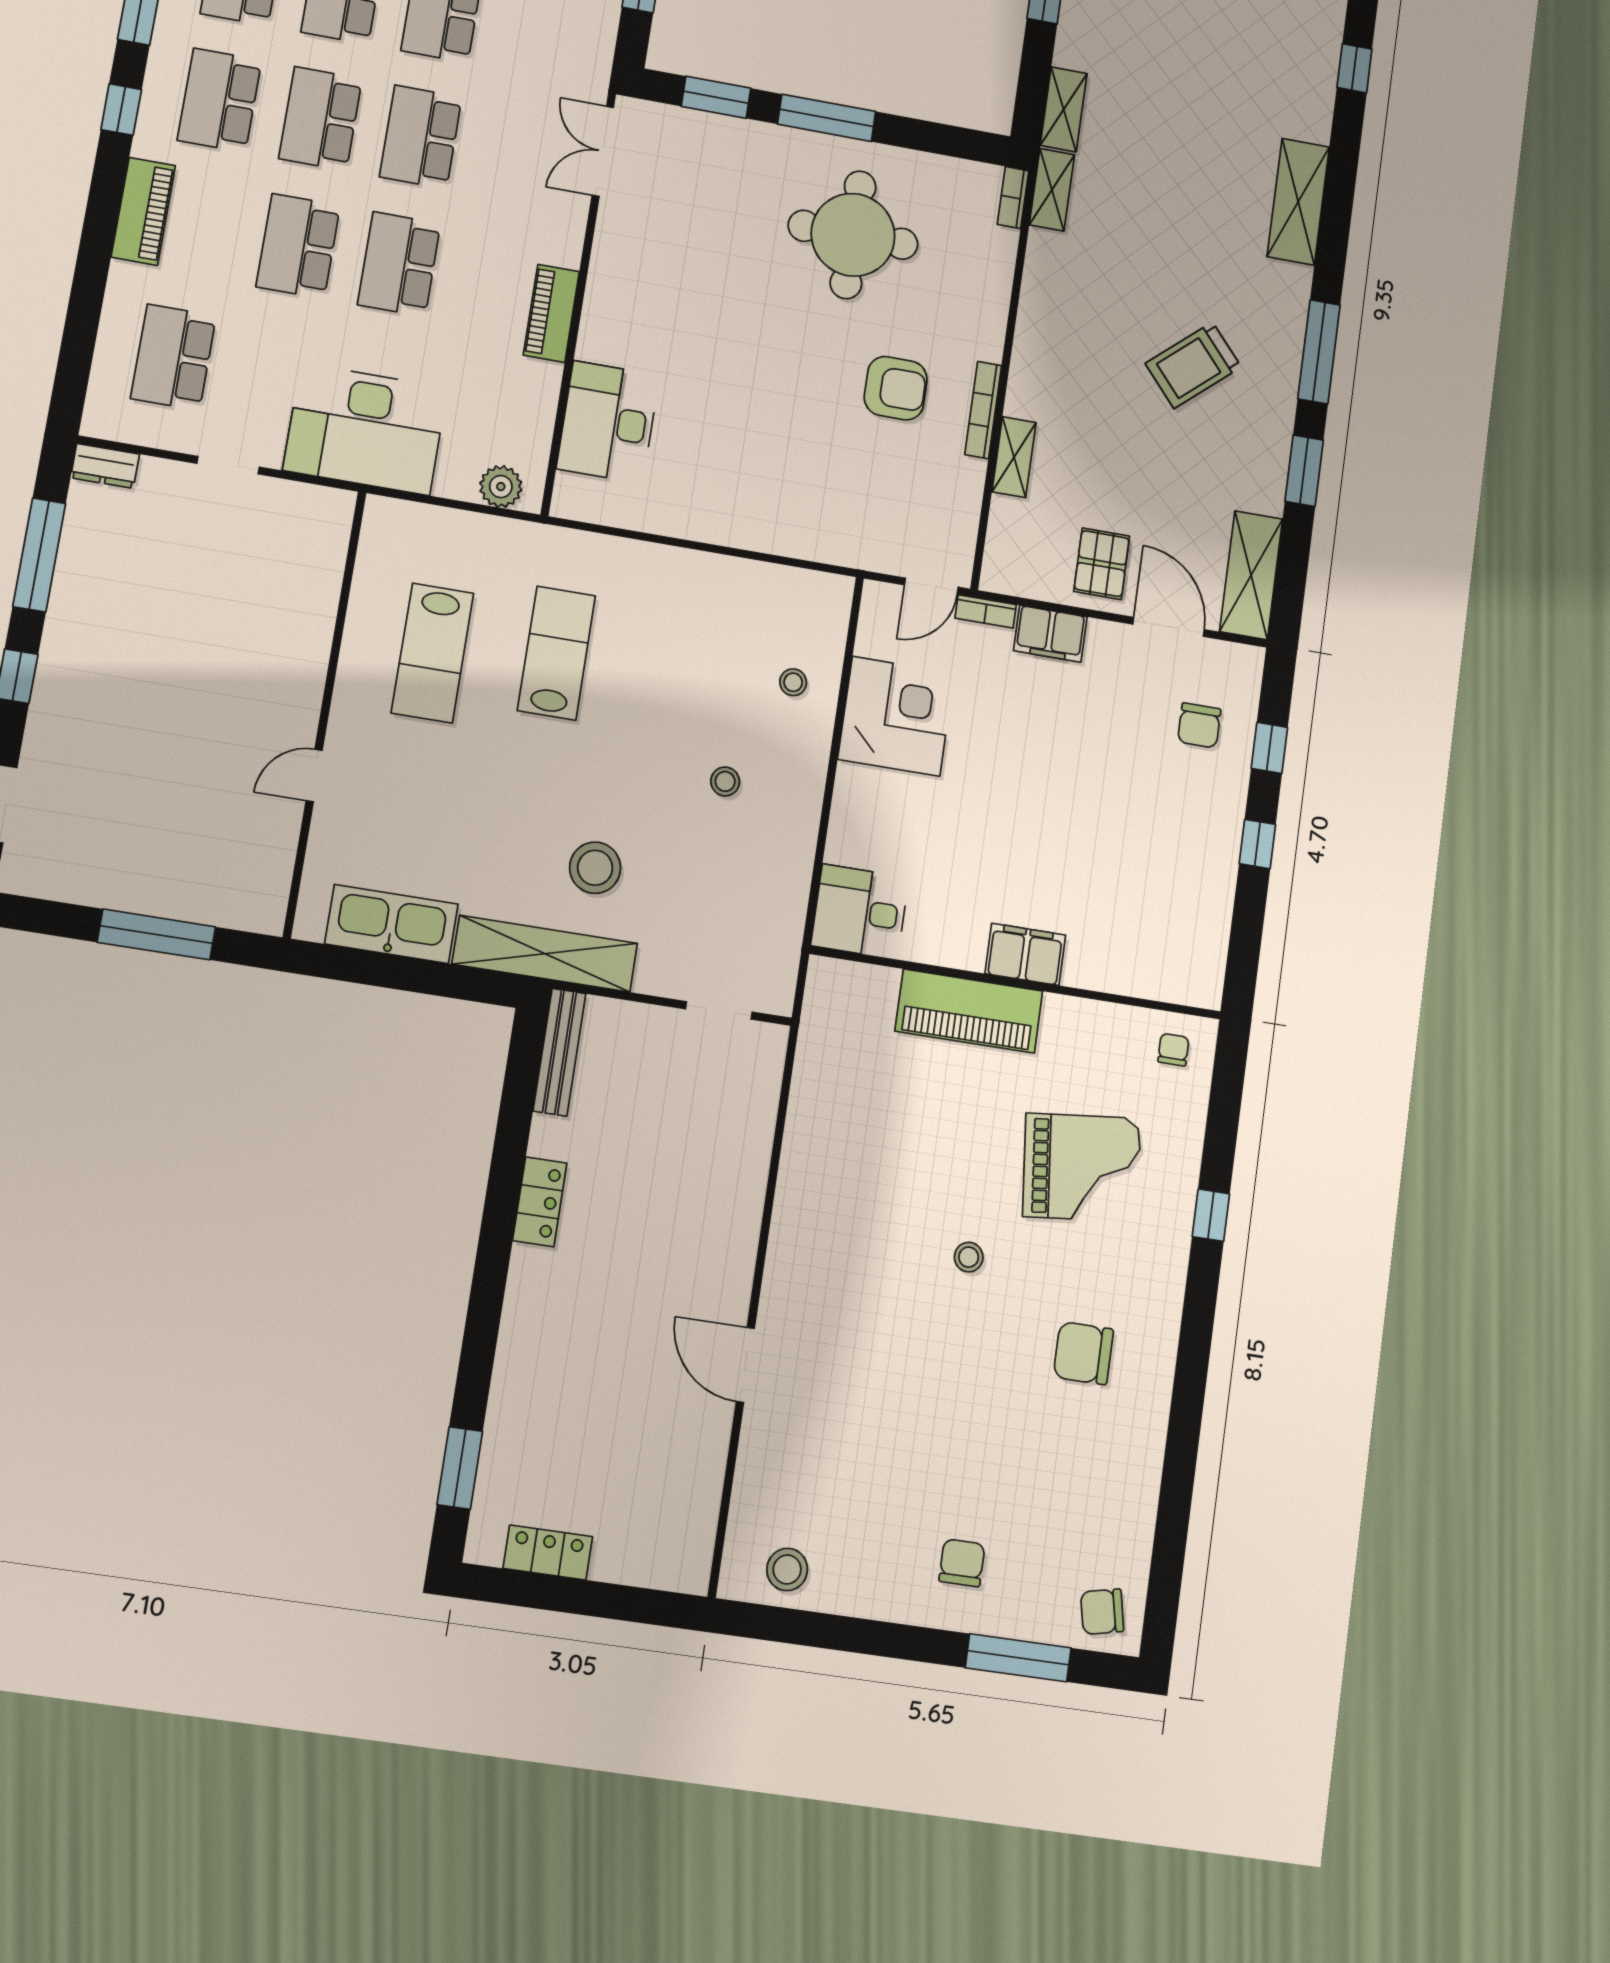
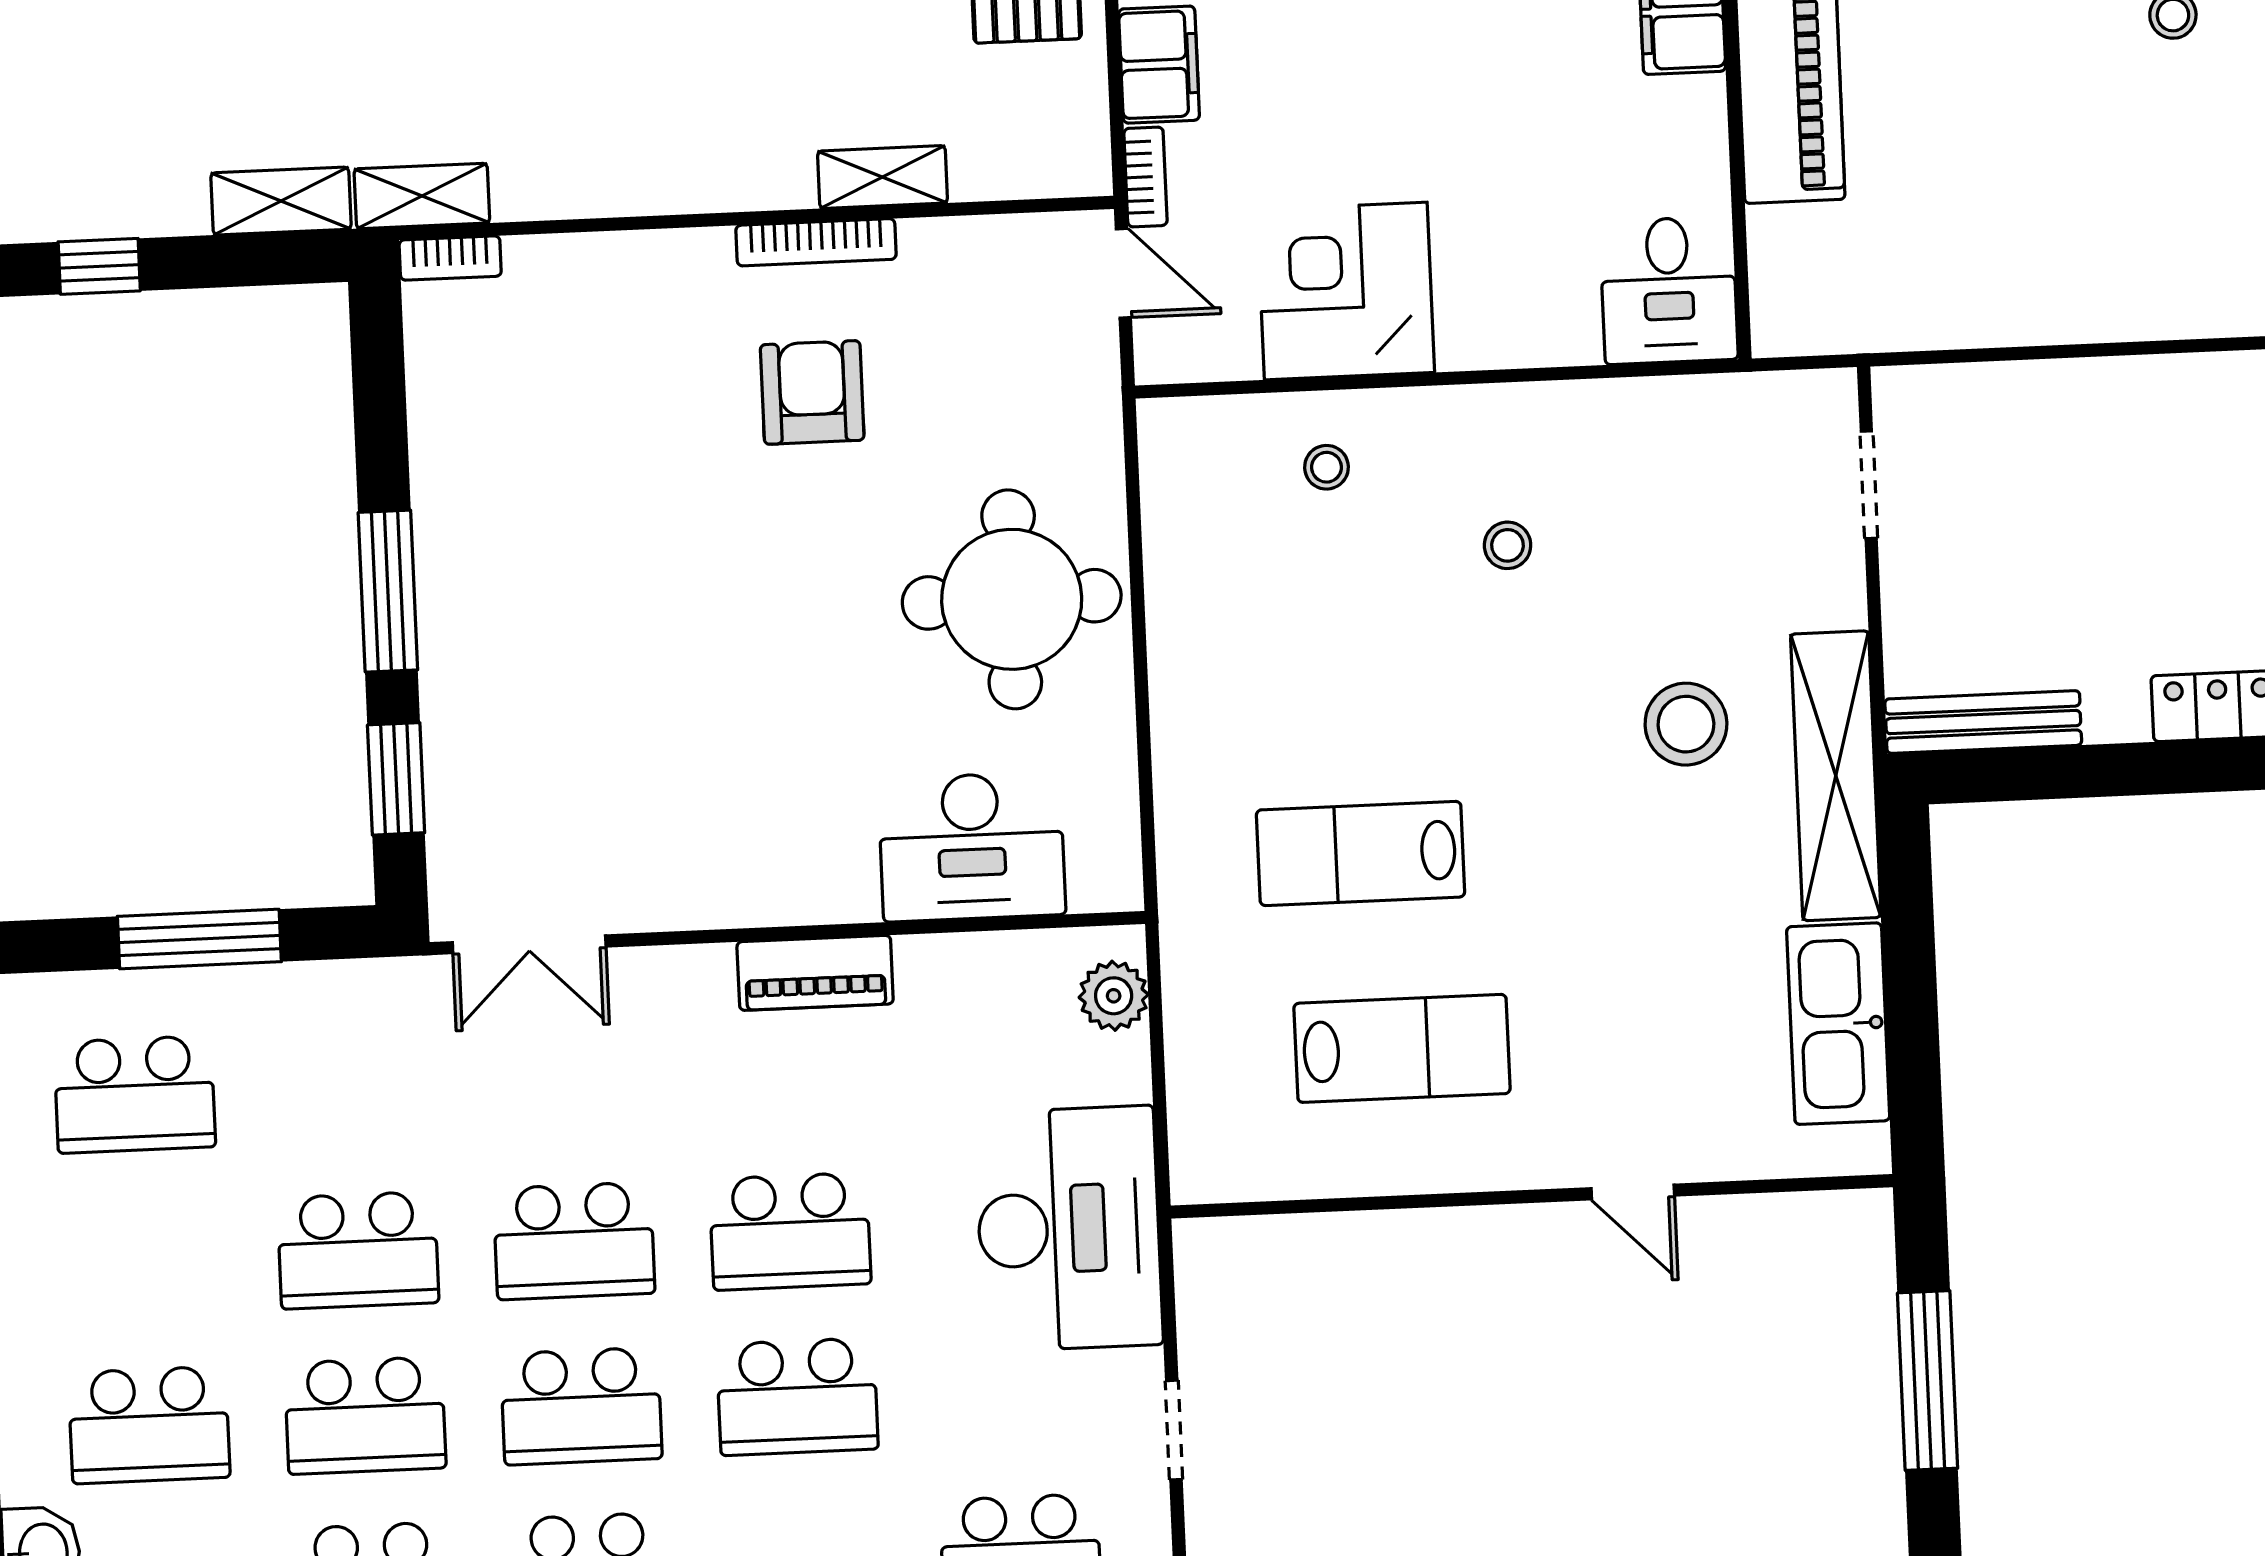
round table: (853, 235) -> (1012, 599), moved

